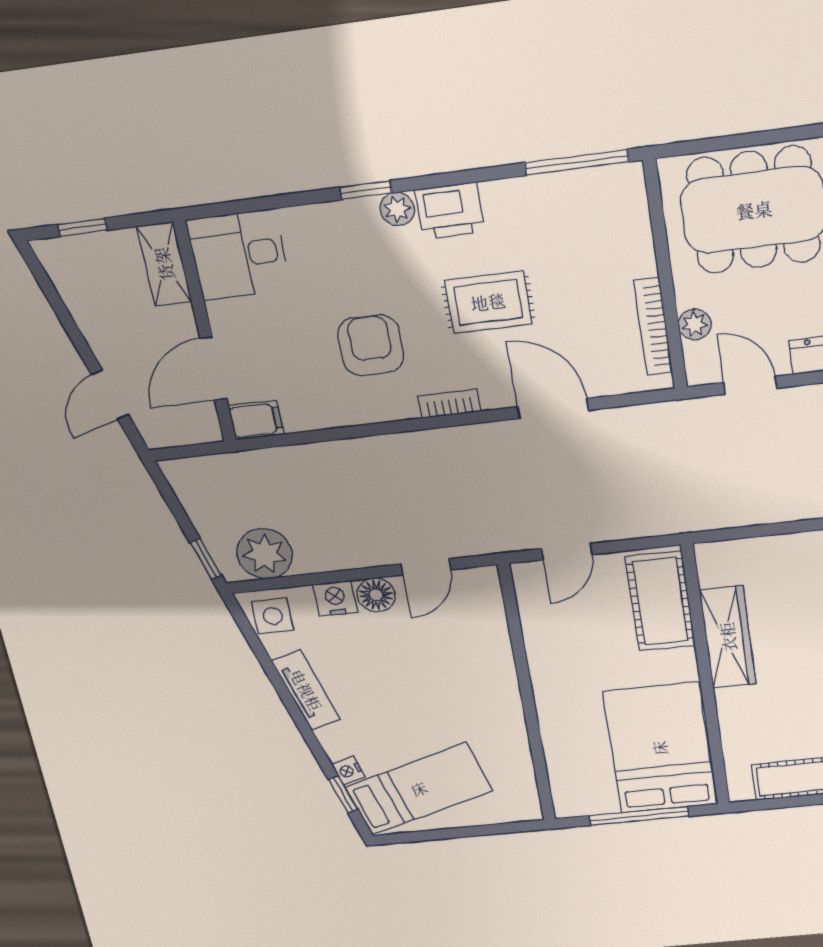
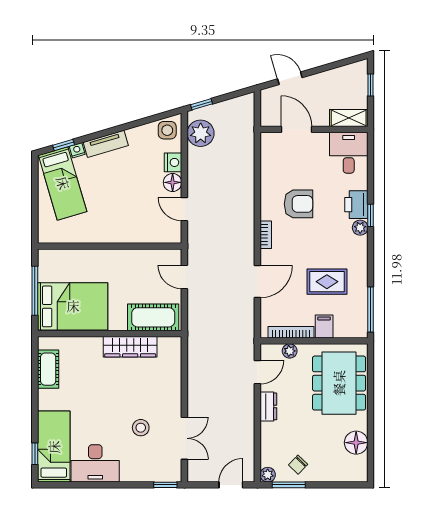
printer: (450, 211) -> (356, 205), moved
rug: (488, 302) -> (327, 282), moved, turned 90
filing cabinet: (256, 420) -> (324, 327), moved, turned 180
tv unit: (306, 690) -> (106, 144), moved

